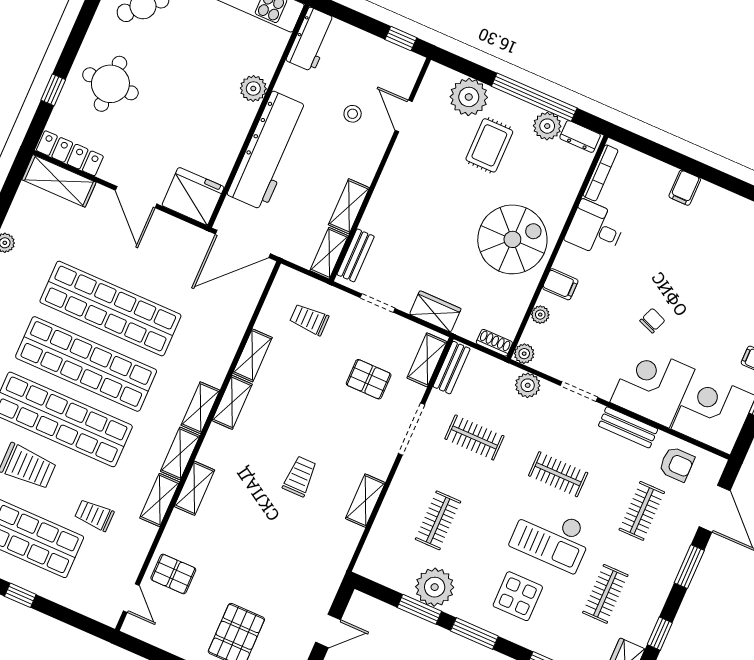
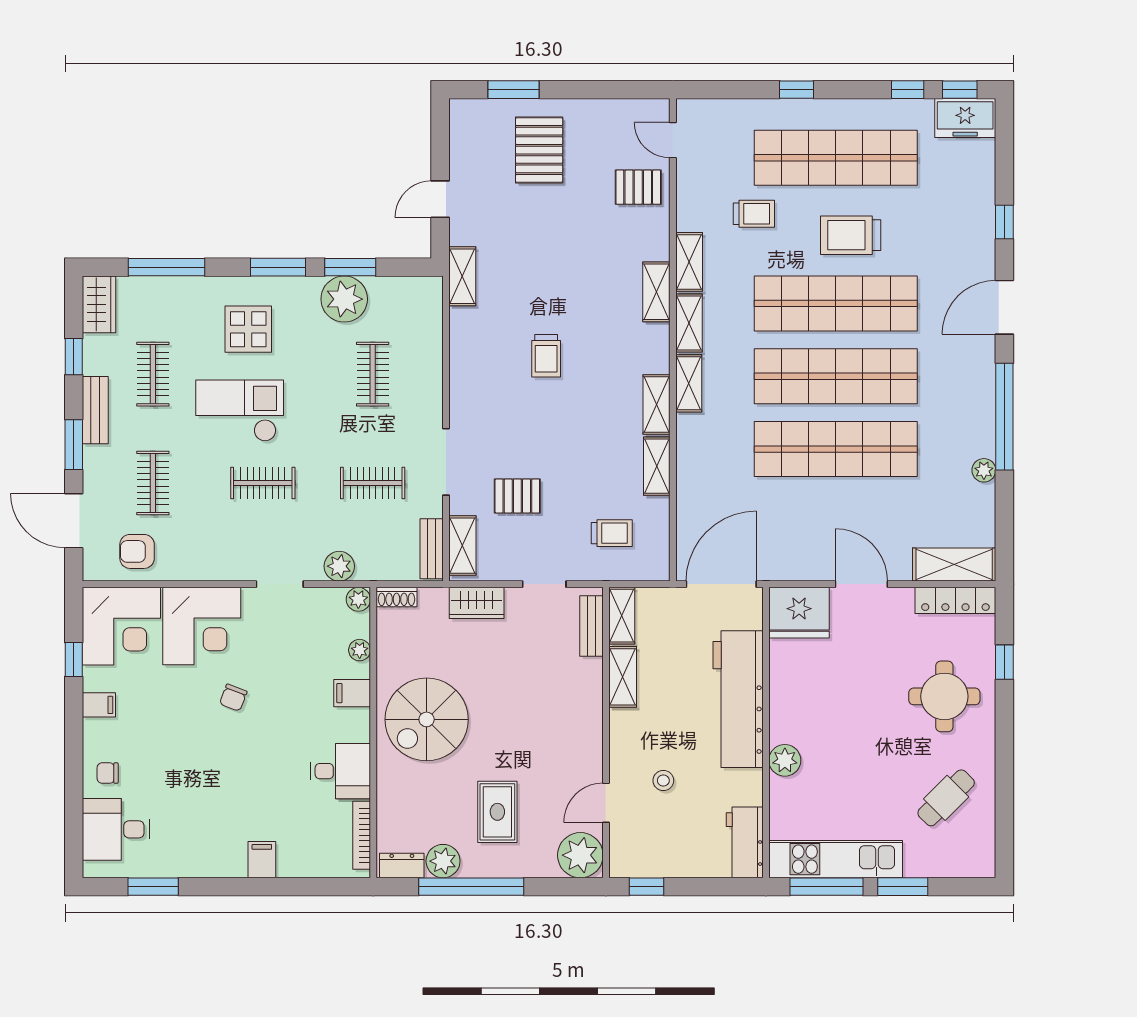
plant: (469, 97) -> (580, 855), moved
door: (404, 116) -> (606, 803), swing flipped
bench: (628, 427) -> (95, 410), moved, turned 90
shelving: (365, 501) -> (462, 276), moved

